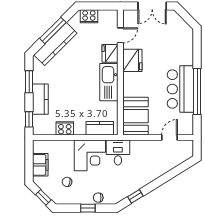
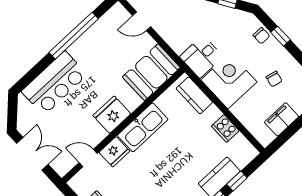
fridge: (132, 60) -> (112, 115), moved
bar counter: (180, 89) -> (54, 83), moved
window: (29, 119) -> (237, 181), moved

